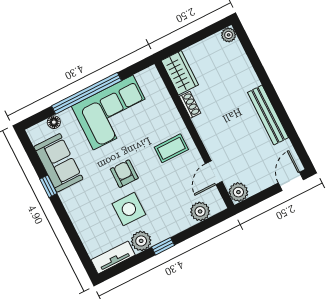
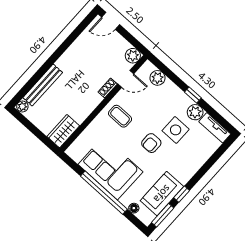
shoe rack: (190, 105) -> (108, 88), moved
bench: (268, 115) -> (43, 85), moved
window: (32, 154) -> (163, 215), added

